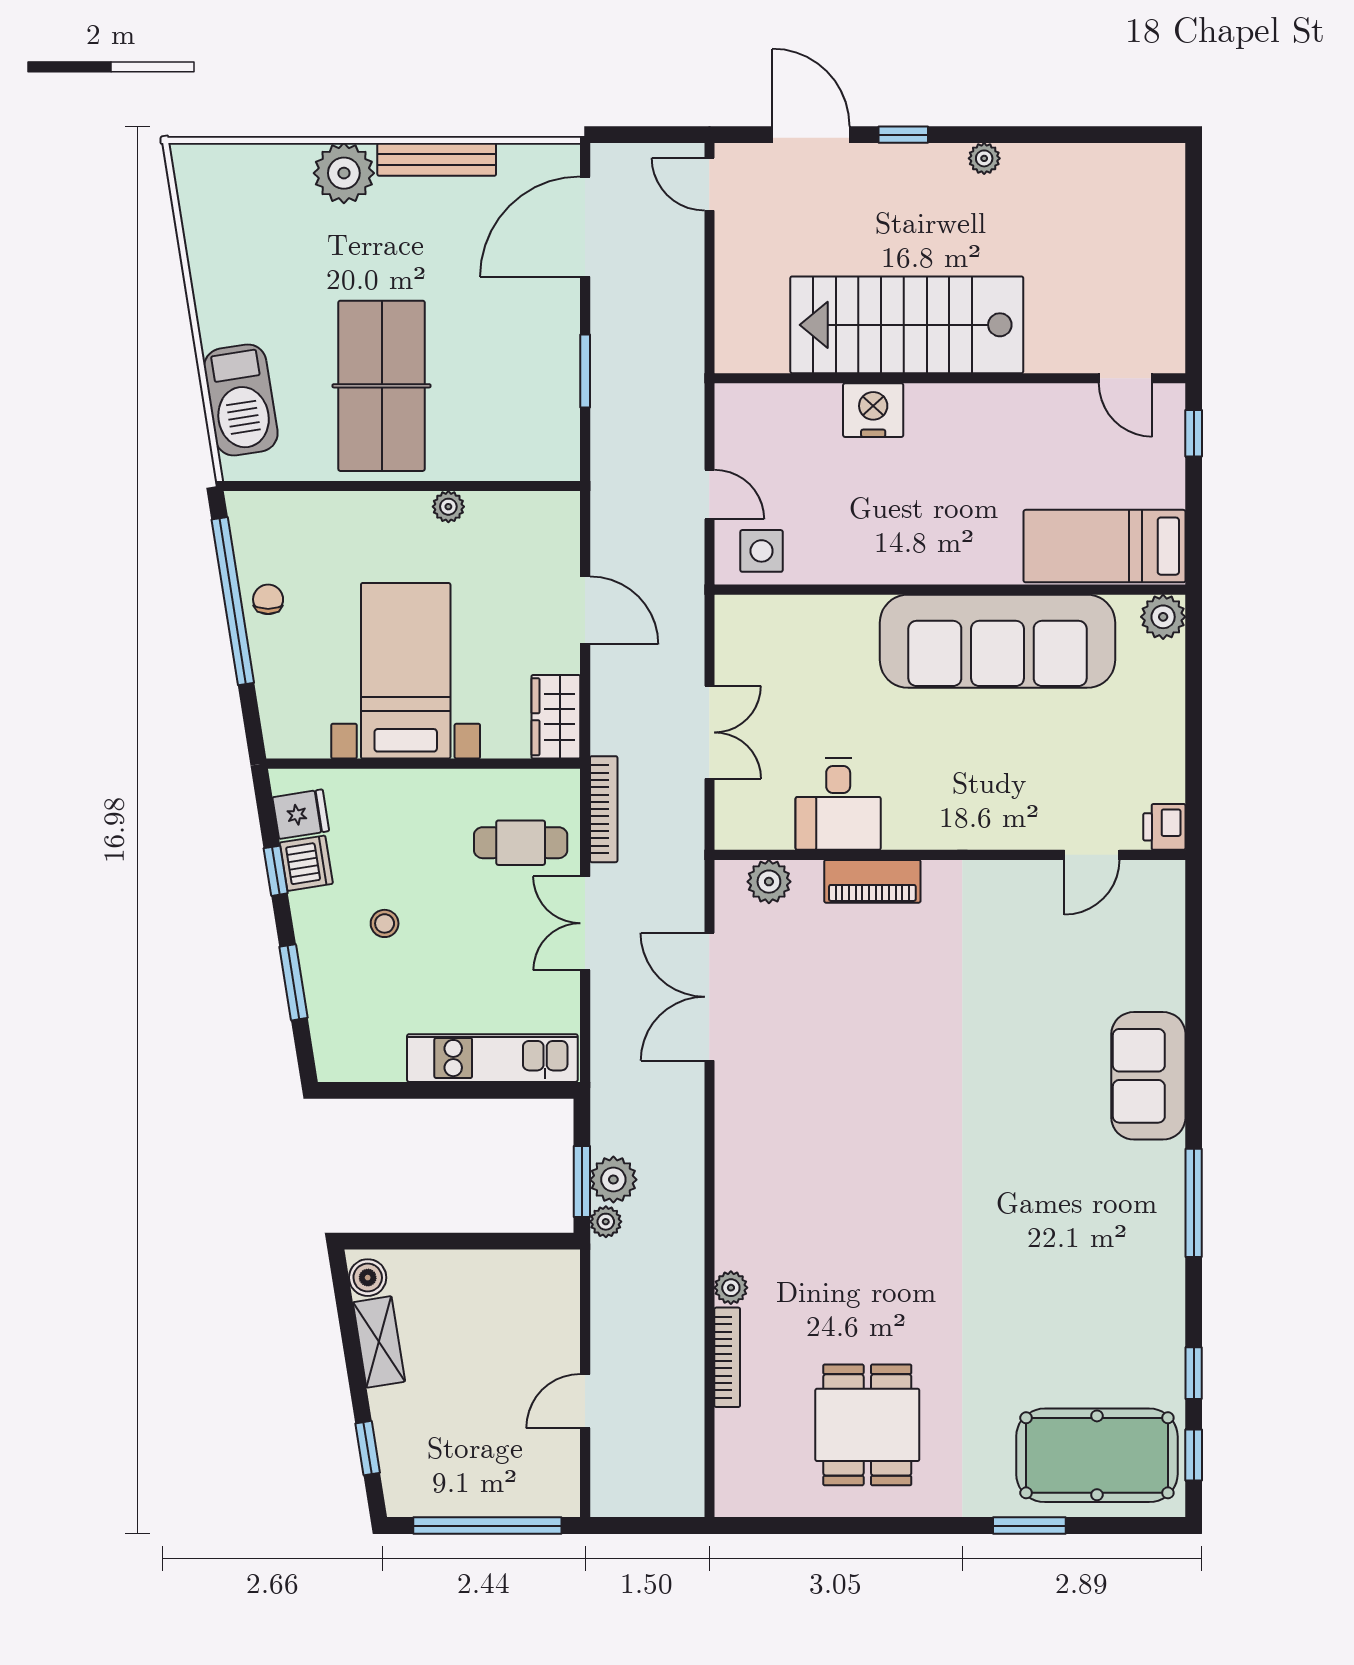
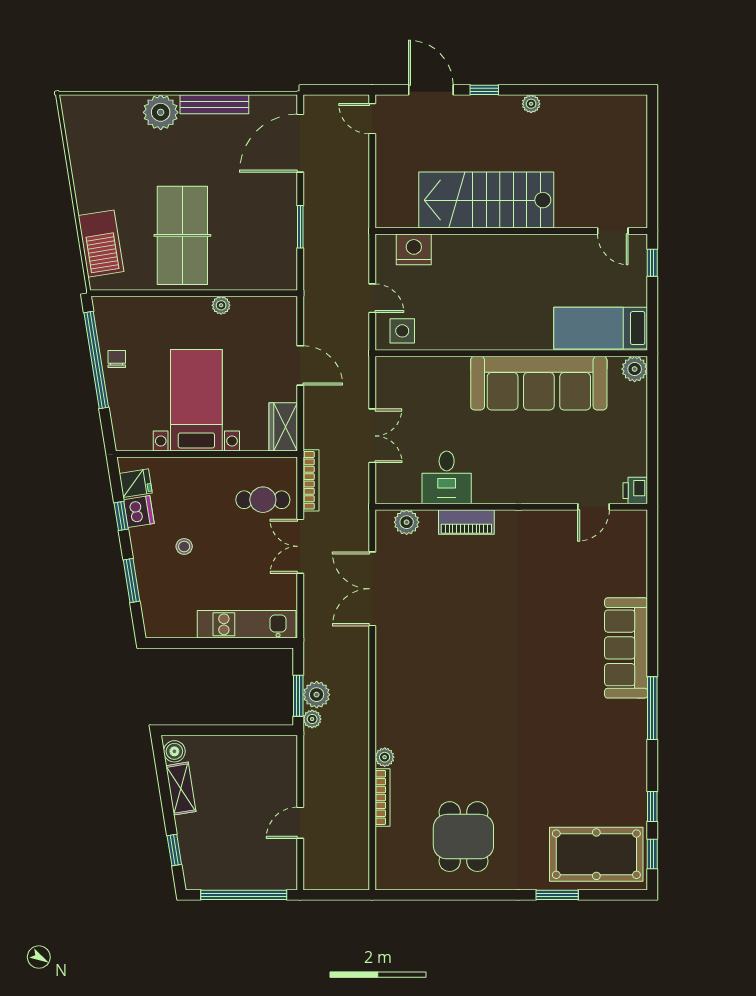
nightstand: (873, 410) -> (414, 249), moved
sofa: (1148, 1076) -> (626, 648), width x1.36

